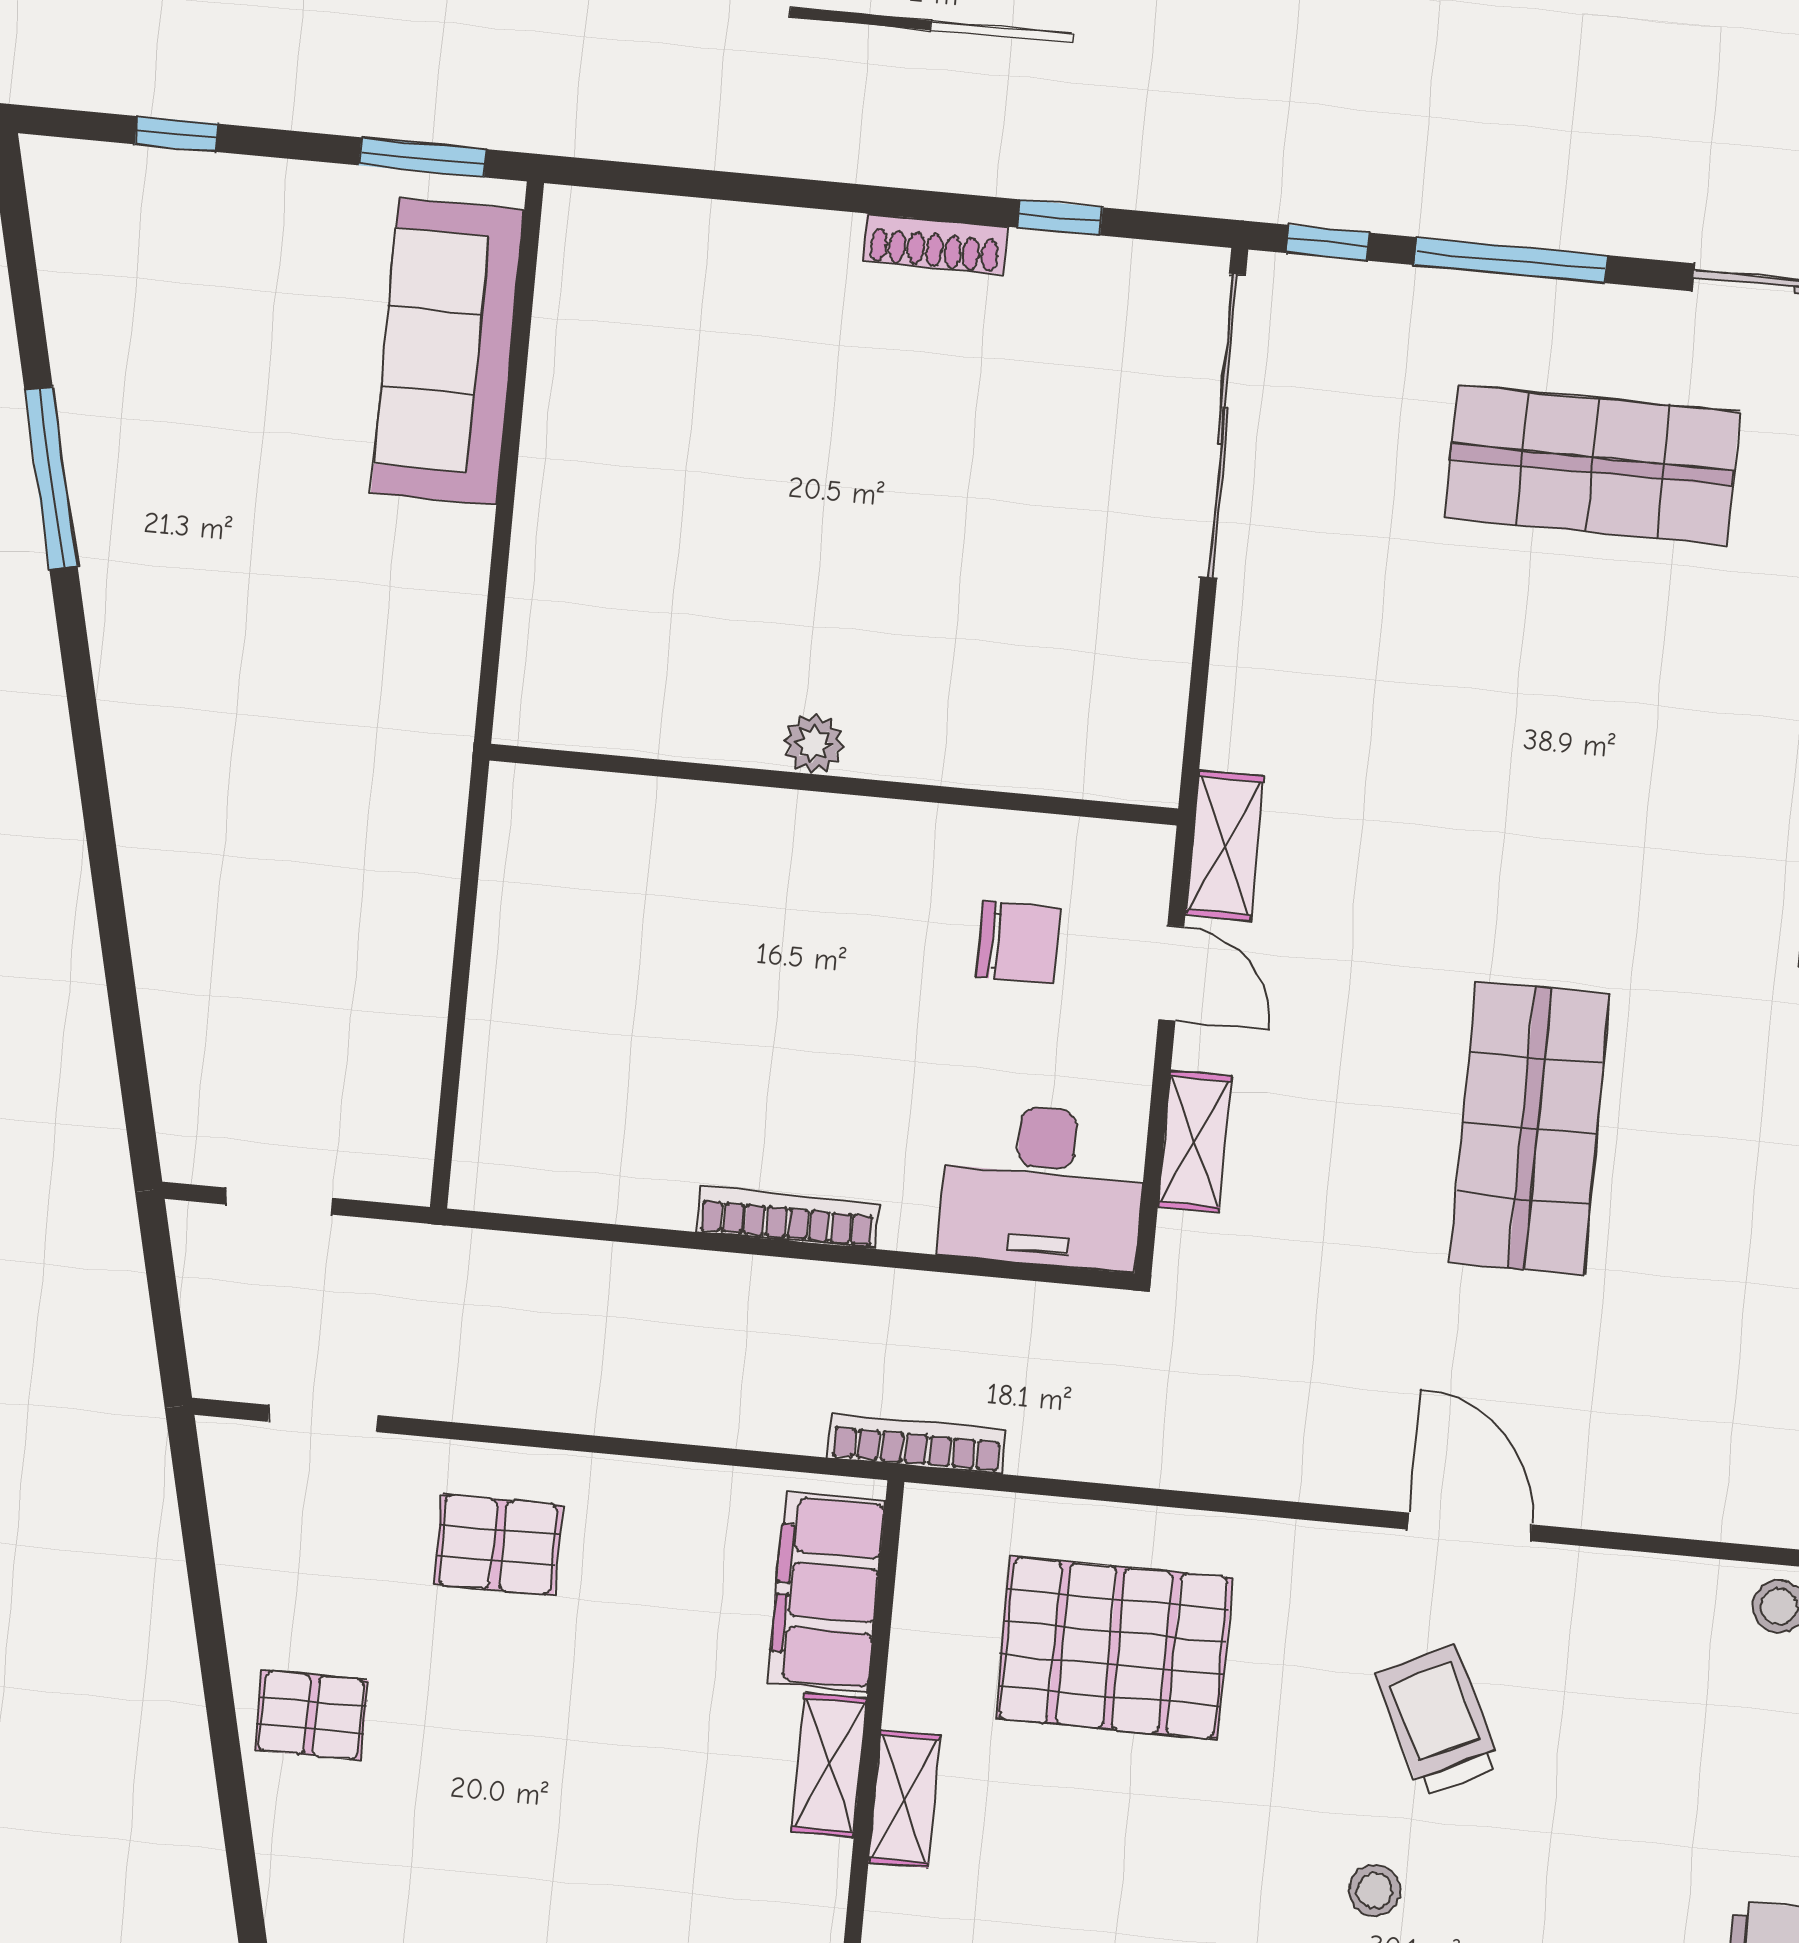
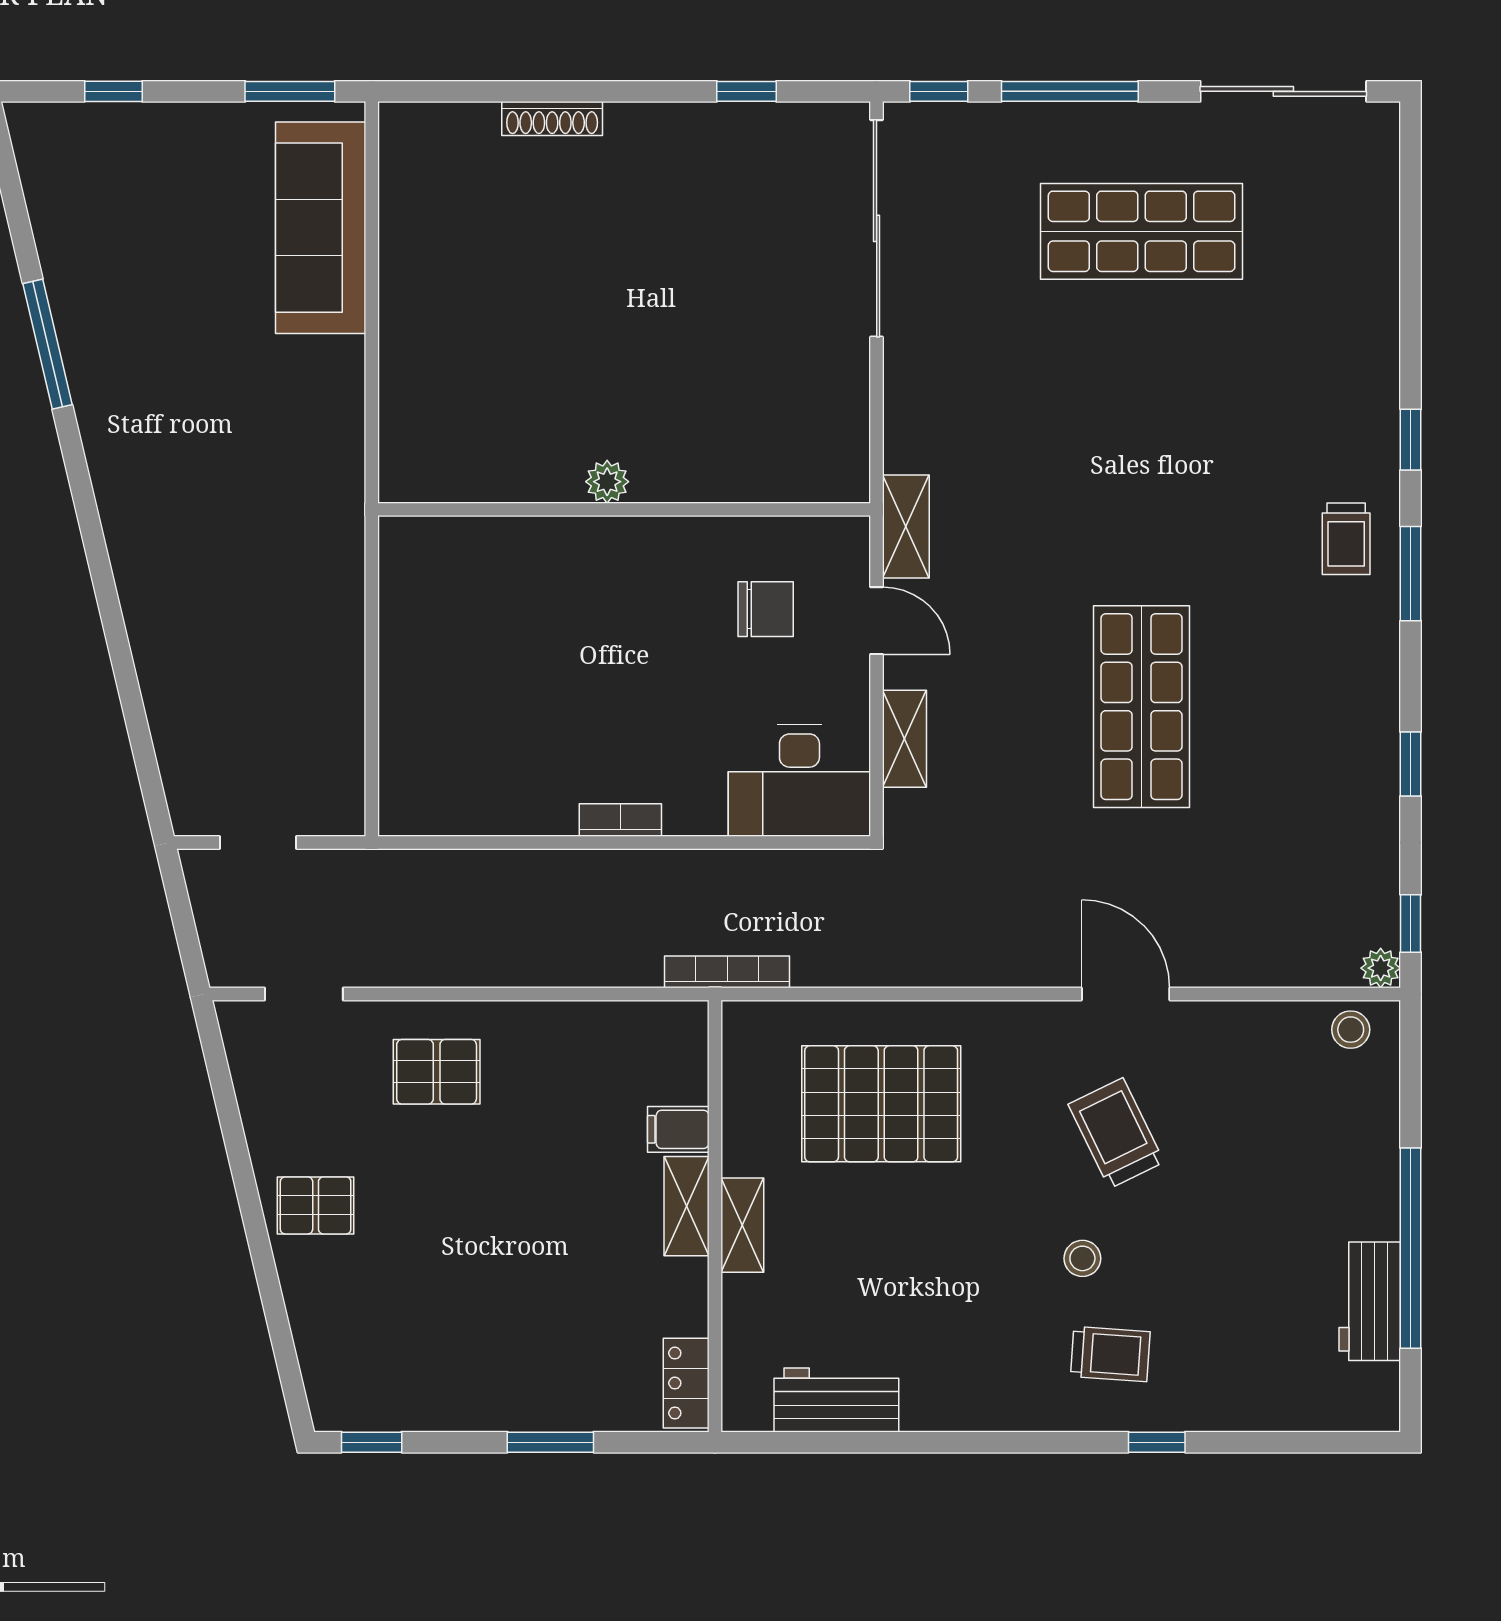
shoe rack: (935, 244) -> (552, 119), moved
bookcase: (788, 1218) -> (620, 820), width x0.64
filing cabinet: (827, 1592) -> (678, 1129), width x0.33, depth x0.86

